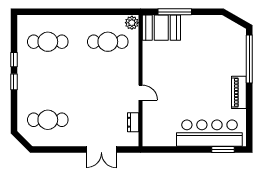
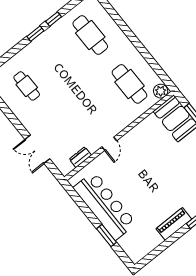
cafe table: (48, 120) -> (27, 86), width x0.73, depth x0.74
bar counter: (209, 133) -> (105, 206), moved
window: (223, 150) -> (106, 236), moved

